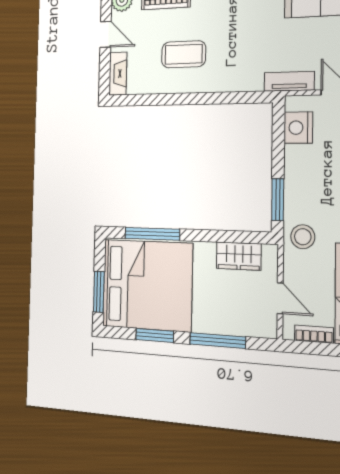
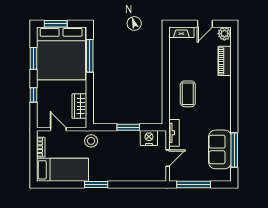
coffee table: (184, 54) -> (188, 94), moved
window: (278, 200) -> (128, 127), moved
door: (280, 298) -> (58, 129), swing flipped
window: (218, 340) -> (34, 95), width x0.46

